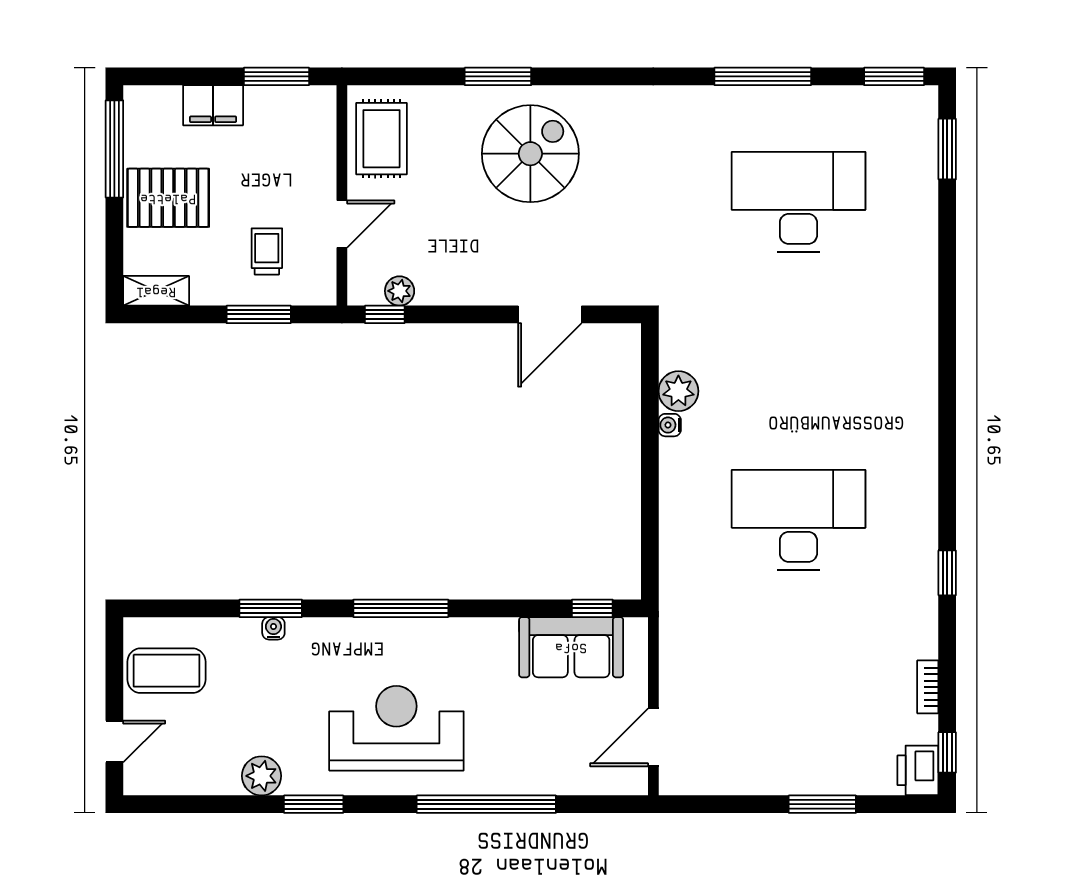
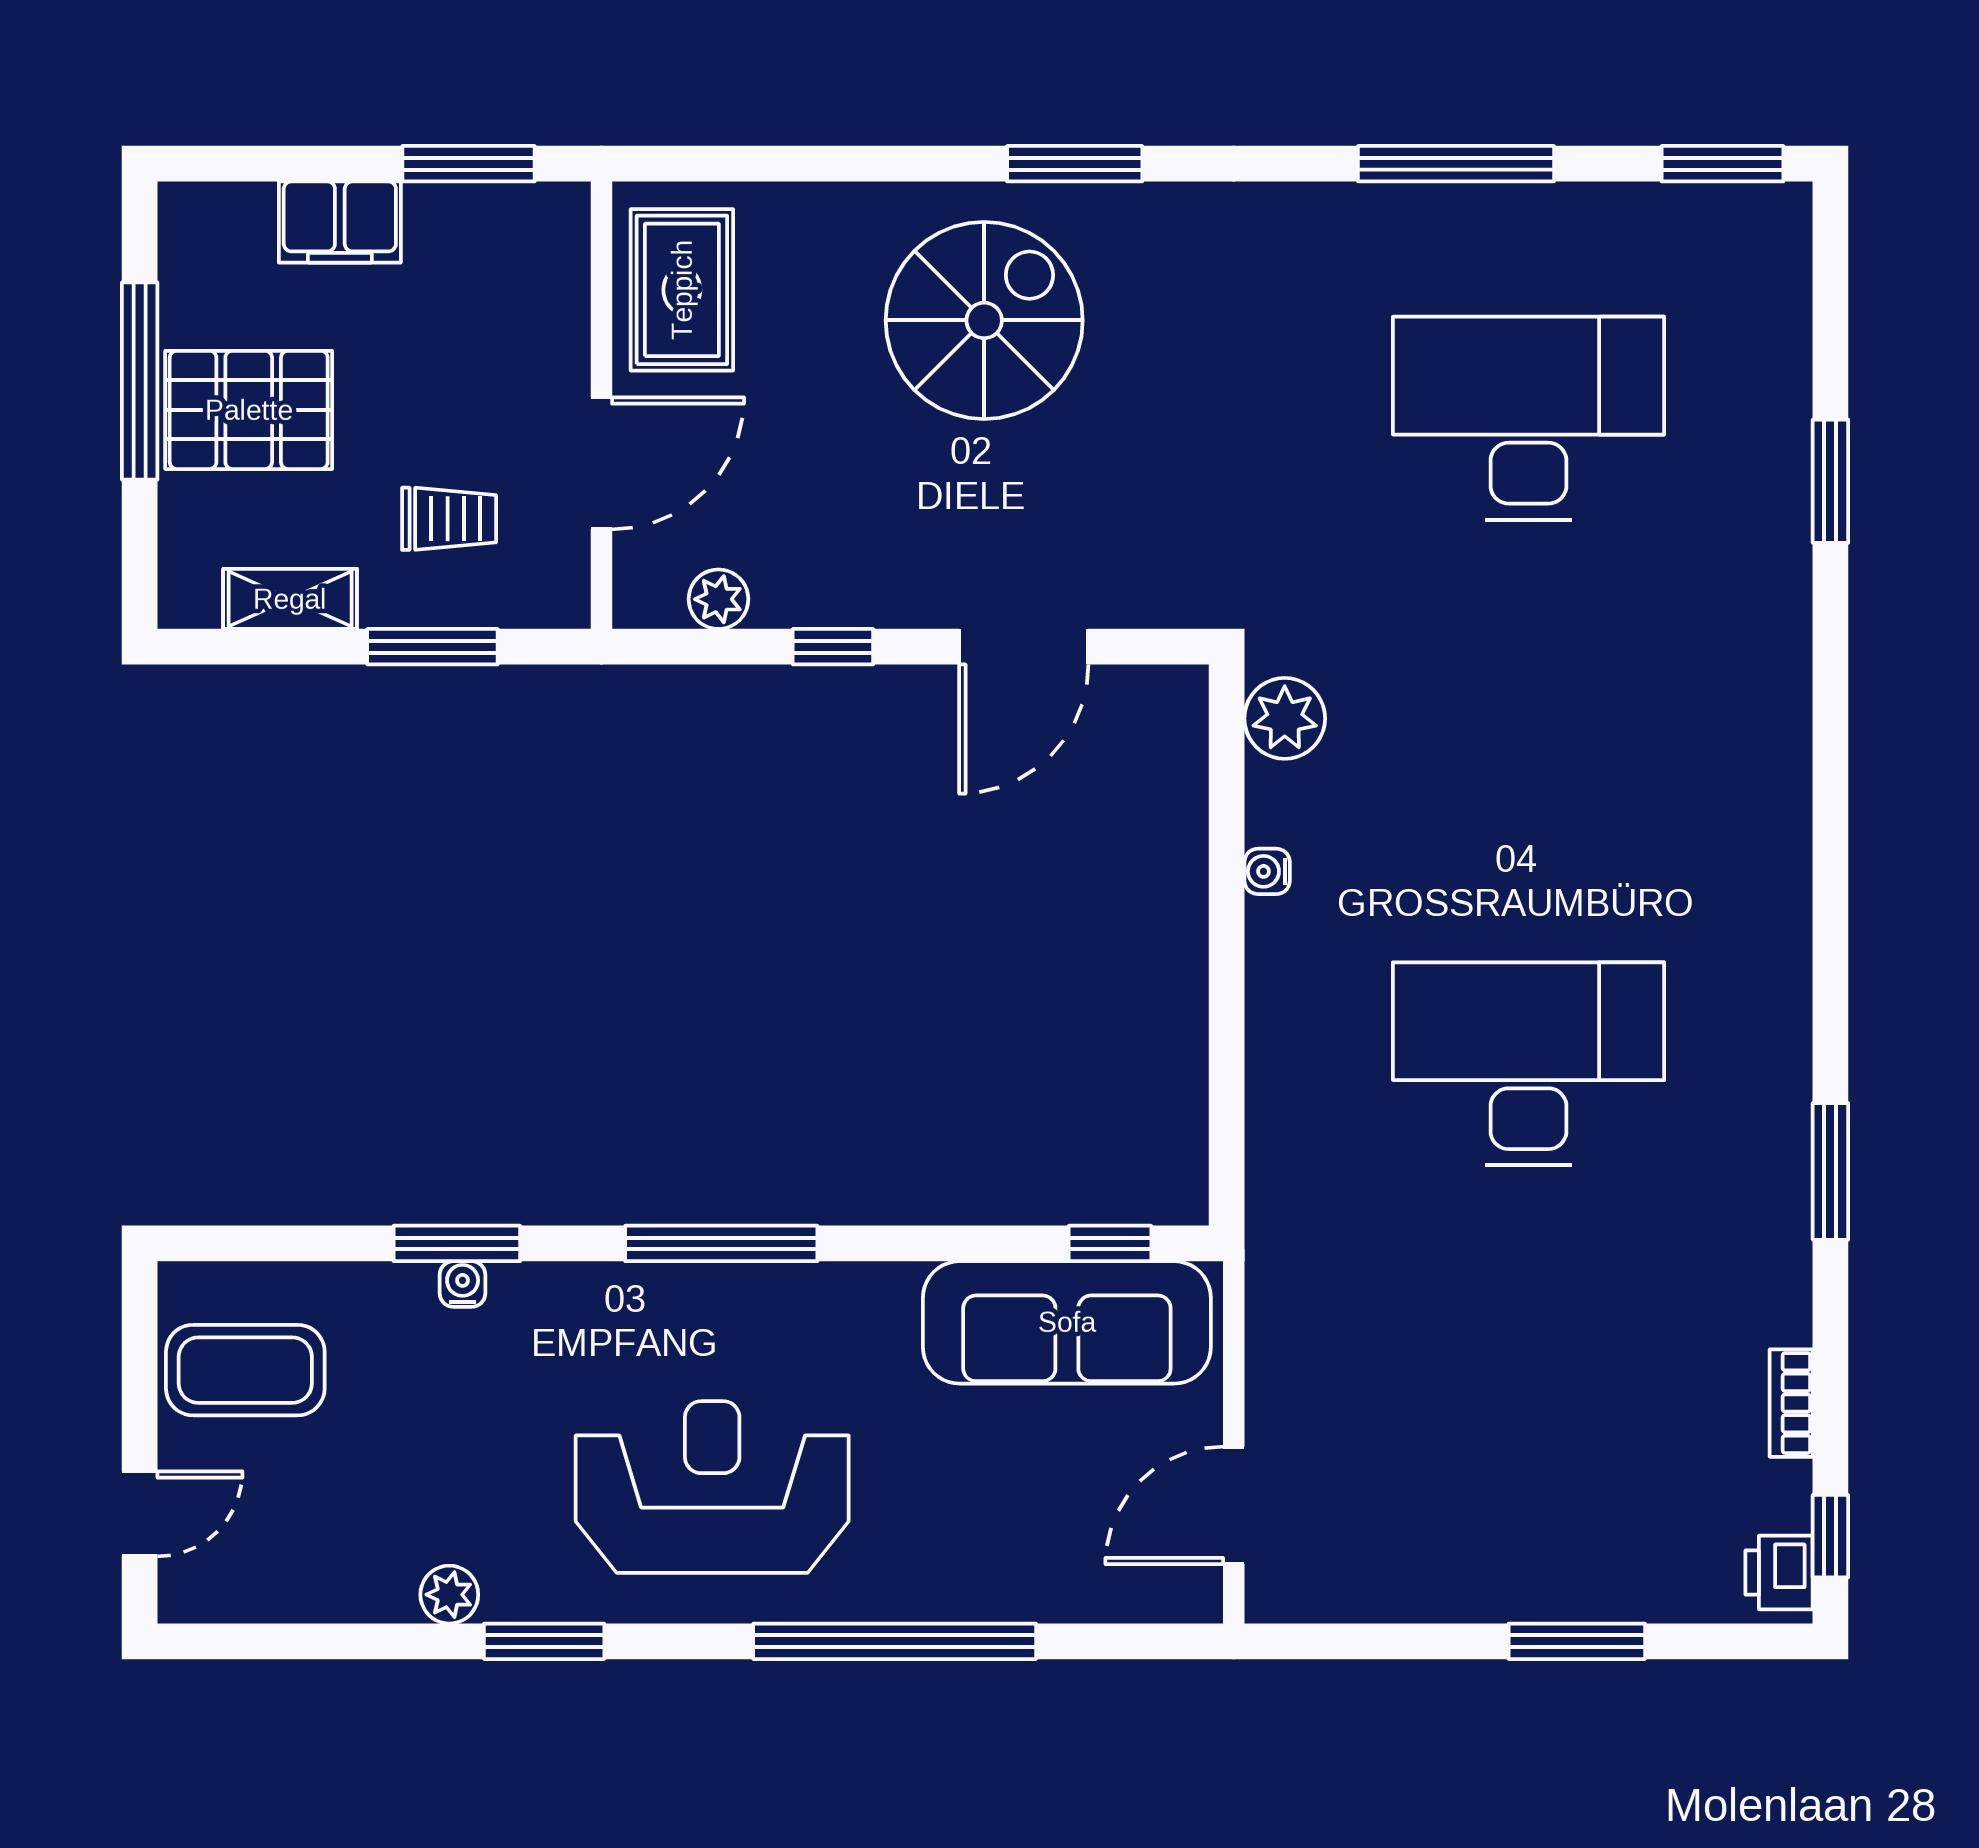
window: (498, 76) -> (1075, 164), moved
window: (114, 149) -> (140, 381), moved
window: (947, 149) -> (1830, 481), moved
door: (342, 224) -> (601, 463), width x1.38
trolley: (267, 251) -> (449, 519), turned 90
shelving: (156, 291) -> (290, 599), moved
window: (385, 314) -> (833, 647), moved
plant: (678, 391) -> (1285, 718), moved
window: (947, 573) -> (1830, 1171), width x1.50
sofa: (571, 647) -> (1067, 1322), width x1.36
printer: (918, 770) -> (1779, 1572), width x0.73, depth x0.81
plant: (262, 776) -> (449, 1595), width x0.73, depth x0.73

